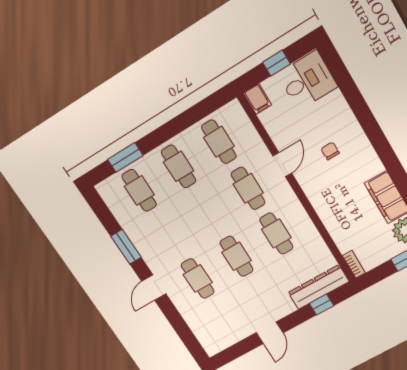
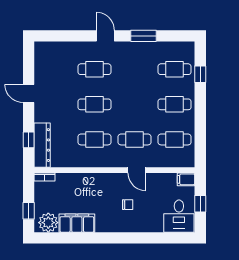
window: (125, 157) -> (200, 74), width x0.67

